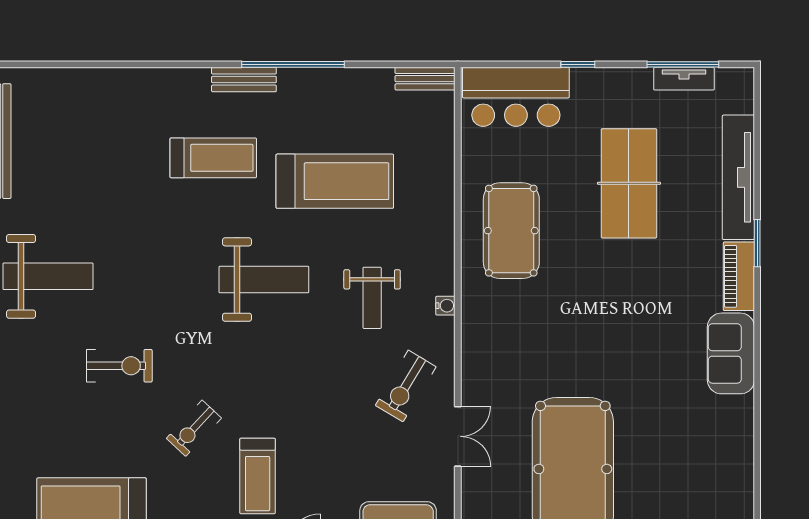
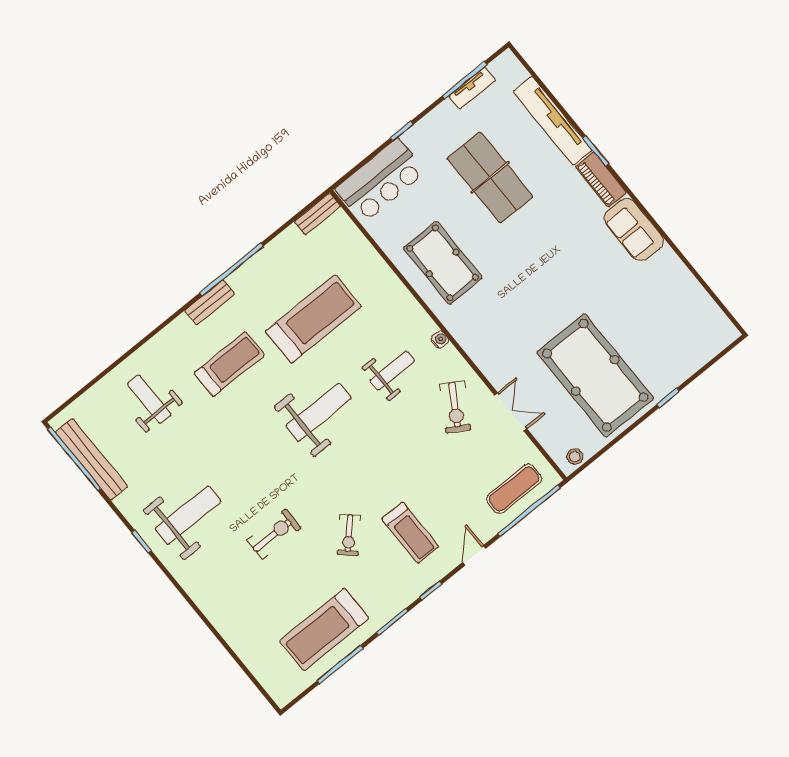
weight bench: (104, 128) -> (149, 399), added
weight bench: (372, 298) -> (392, 371), turned -90

